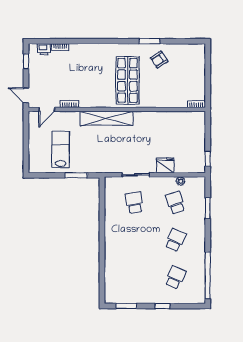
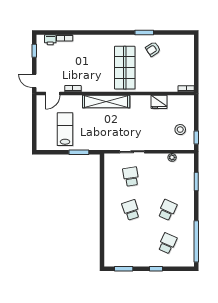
stool: (190, 150) -> (180, 130), added
fridge: (165, 165) -> (159, 102), moved, turned 180
school desk: (175, 203) -> (131, 210), moved

